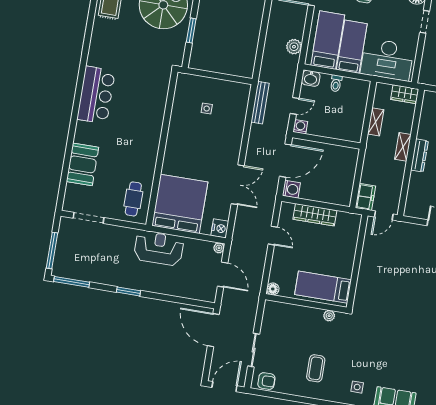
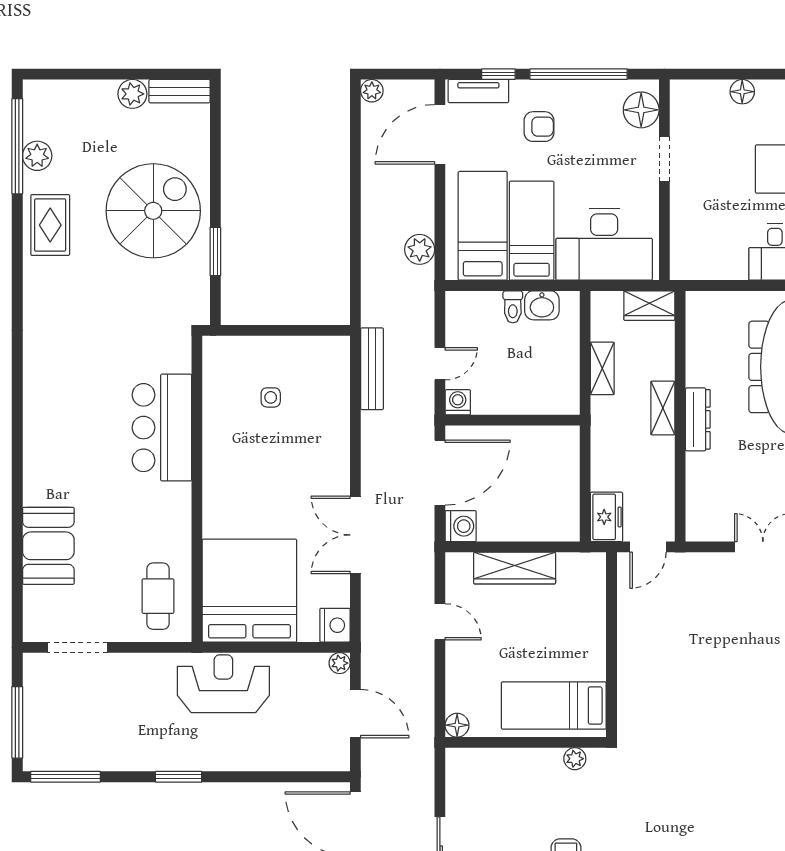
washbasin: (311, 78) -> (542, 305), moved
bar counter: (96, 95) -> (162, 428), moved, turned 180
double door: (238, 185) -> (355, 535), swing flipped

